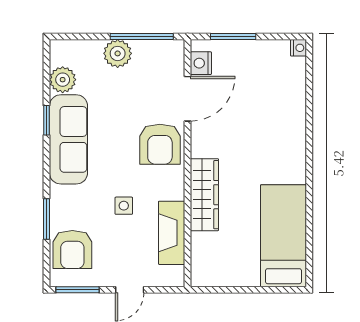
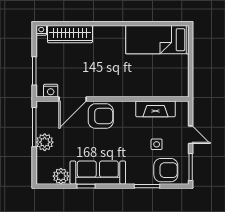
door: (188, 99) -> (73, 99), swing flipped
wardrobe: (204, 195) -> (70, 34), moved, turned 180
side table: (124, 206) -> (157, 144), moved

